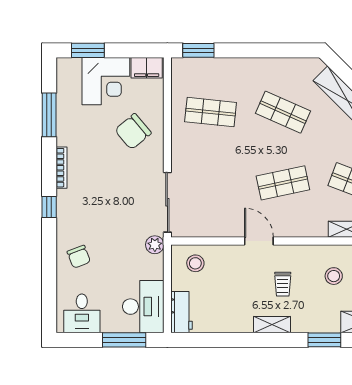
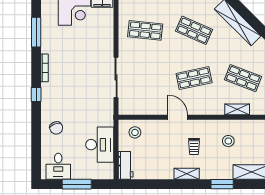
chair: (133, 132) -> (93, 43), removed
sliding door: (167, 202) -> (116, 77), moved
plant: (155, 245) -> (107, 120), removed
desk: (143, 307) -> (100, 145), moved
window: (124, 340) -> (77, 184), moved

